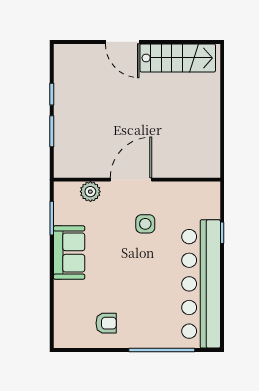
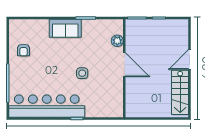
door: (131, 180) -> (124, 65), moved
wall: (137, 180) -> (124, 68), moved
plant: (90, 192) -> (117, 41), moved

